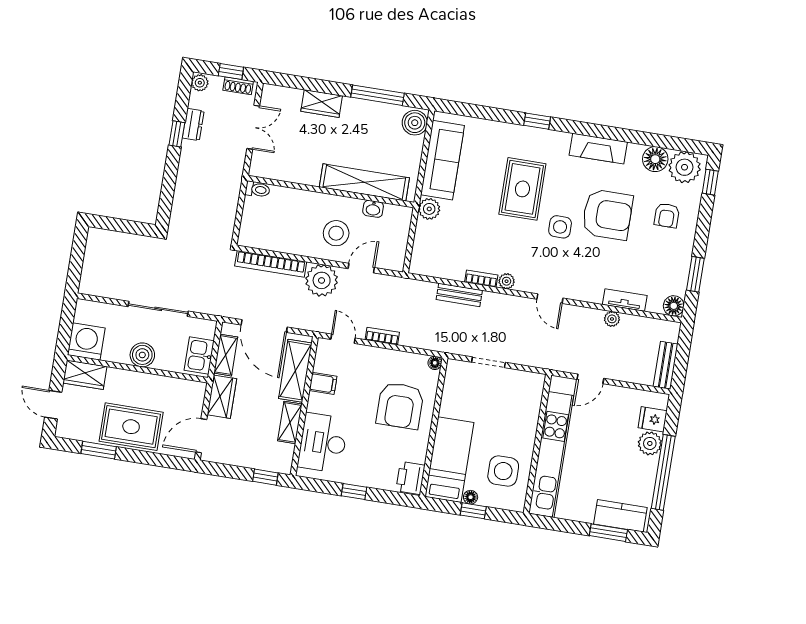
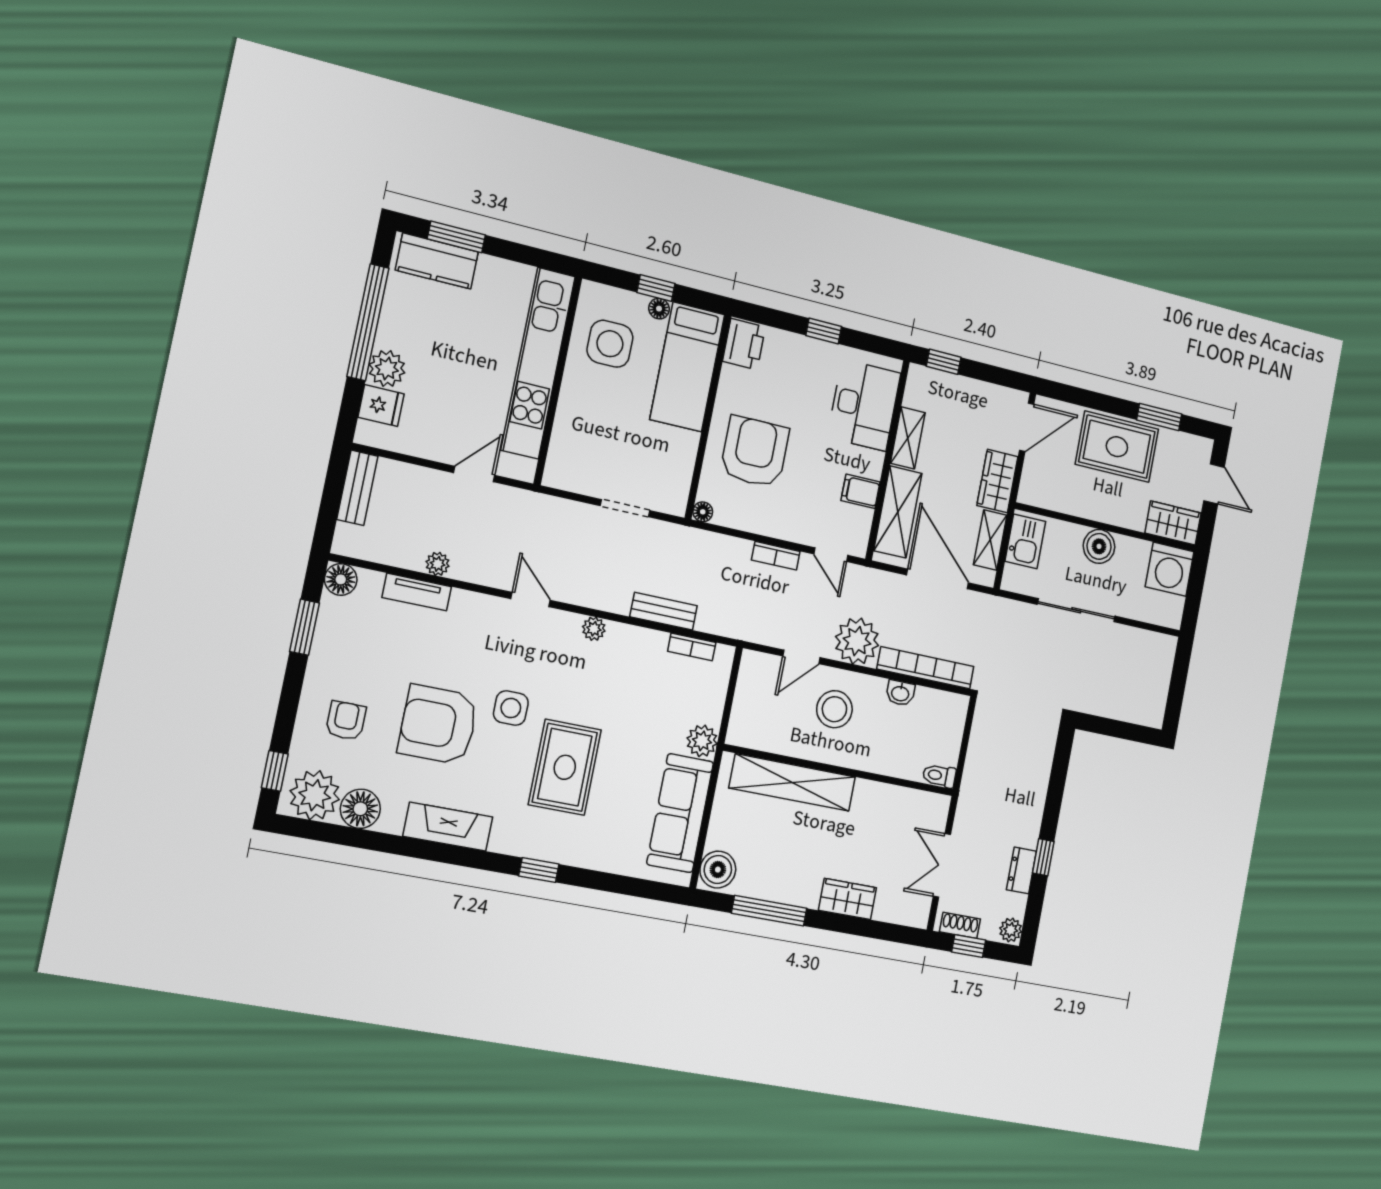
washbasin: (373, 209) -> (900, 693), moved, turned 180
bookcase: (481, 279) -> (692, 647), moved

